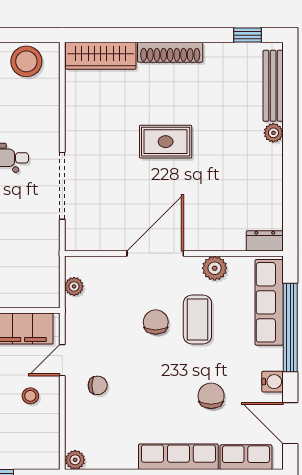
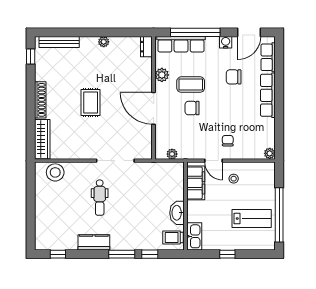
stool: (26, 61) -> (55, 172), moved
plant: (273, 133) -> (104, 42), moved

